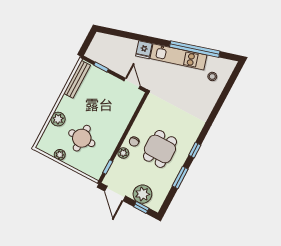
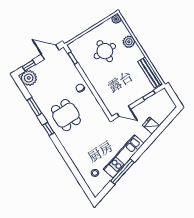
window: (195, 49) -> (122, 172), width x0.68
fridge: (144, 50) -> (151, 126), moved
dining table: (160, 149) -> (66, 115), moved
plant: (123, 153) -> (76, 75), removed
plant: (60, 155) -> (116, 19), moved
plant: (142, 194) -> (29, 78), moved

